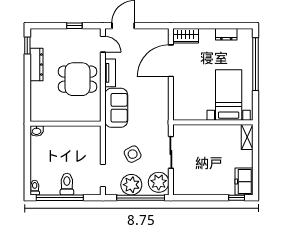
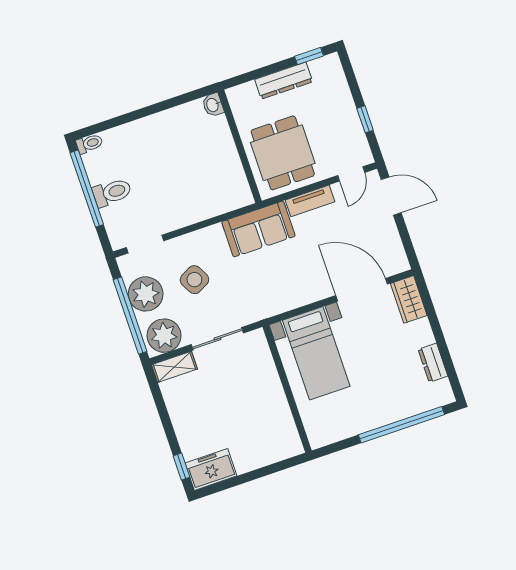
bed with nightstands: (229, 95) -> (316, 353), moved, turned 90
wall: (65, 124) -> (240, 146), moved
washbasin: (37, 131) -> (213, 105), moved
shelving: (247, 137) -> (174, 367), moved

